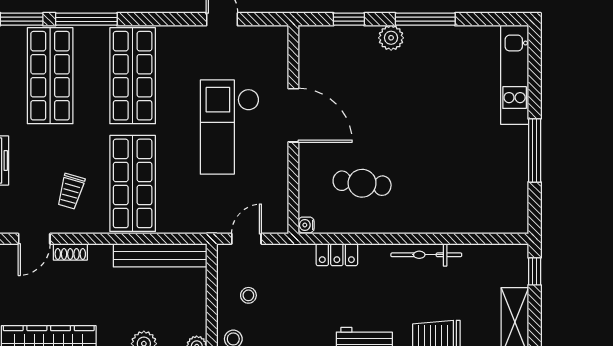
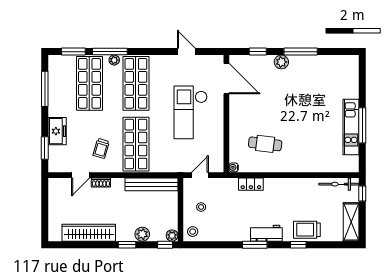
plant: (94, 34) -> (114, 60), added
kitchen unit: (515, 75) -> (351, 127), moved
door: (293, 115) -> (226, 79), moved
bicycle: (426, 255) -> (339, 184), moved

